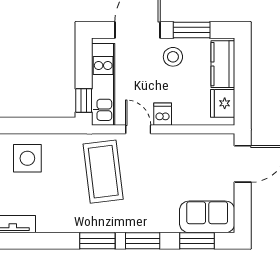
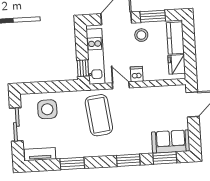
window: (97, 241) -> (72, 164), moved

